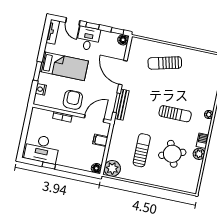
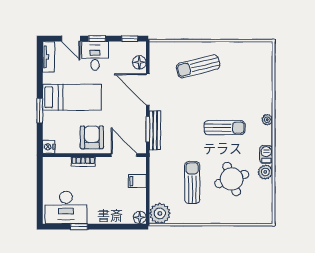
floor lamp: (123, 40) -> (139, 62), moved
nightstand: (41, 89) -> (49, 147), moved
door: (94, 118) -> (124, 155), hinge flipped

